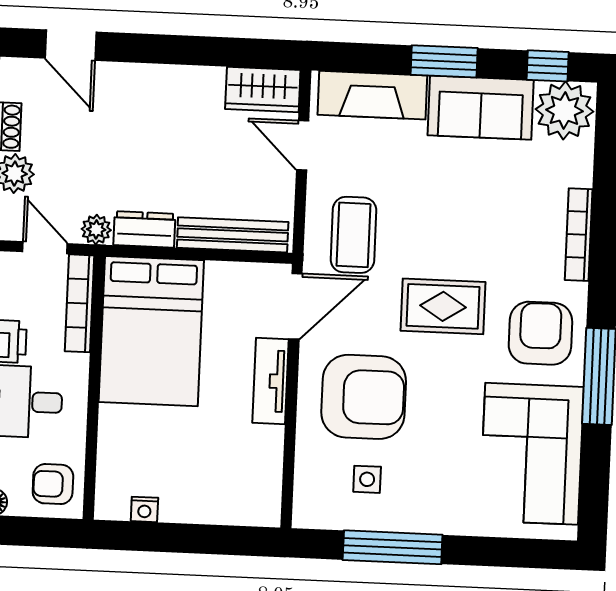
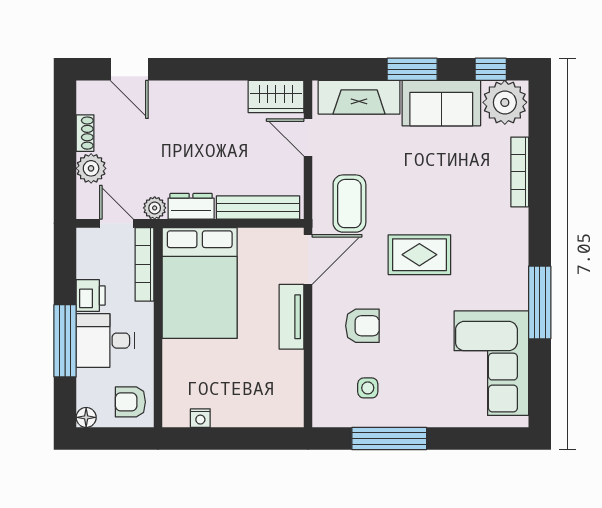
bookcase: (579, 235) -> (520, 172), moved
armchair: (540, 333) -> (494, 272), removed
armchair: (364, 397) -> (362, 326), width x0.53, depth x0.53

